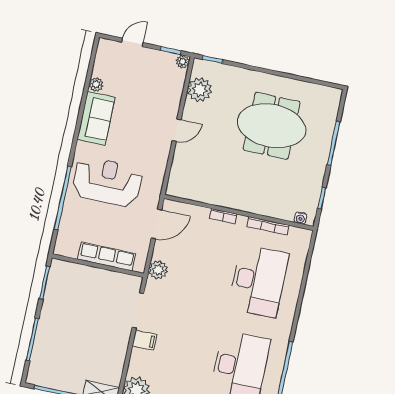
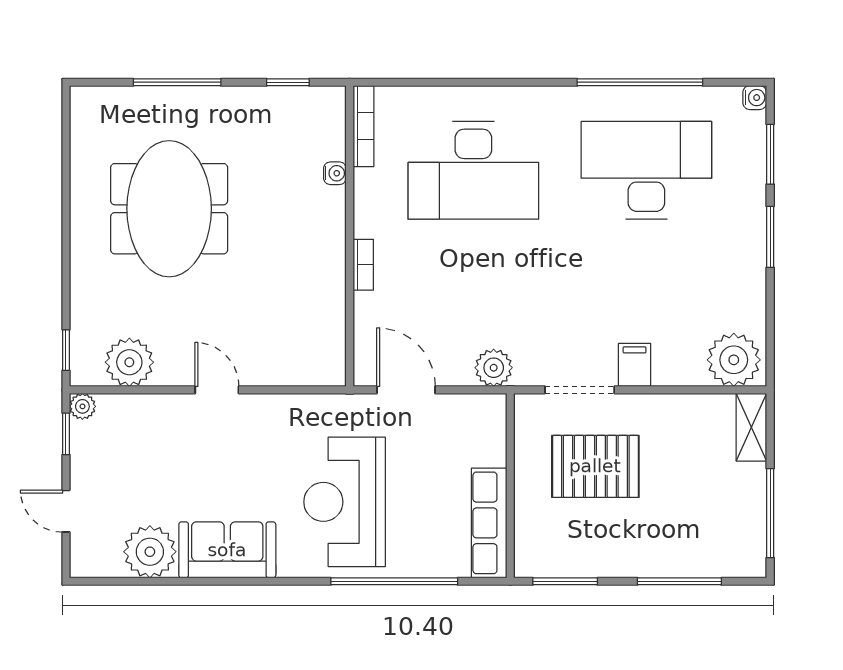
plant: (96, 84) -> (150, 552), width x1.88, depth x1.88
water cooler: (300, 218) -> (335, 173), moved
bookcase: (268, 226) -> (363, 126), moved
row of seats: (107, 257) -> (489, 523), moved
desk: (258, 281) -> (473, 170), turned 180
pallet: (98, 310) -> (595, 466), added

